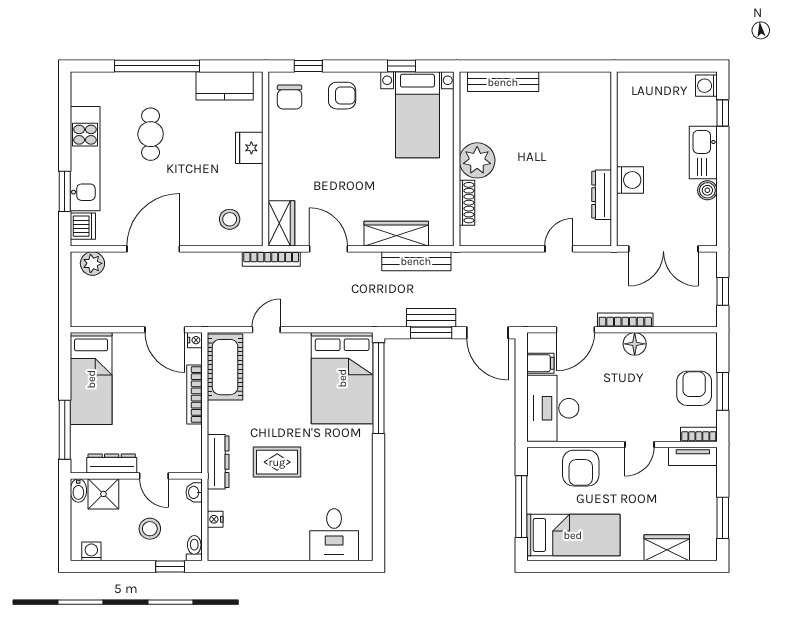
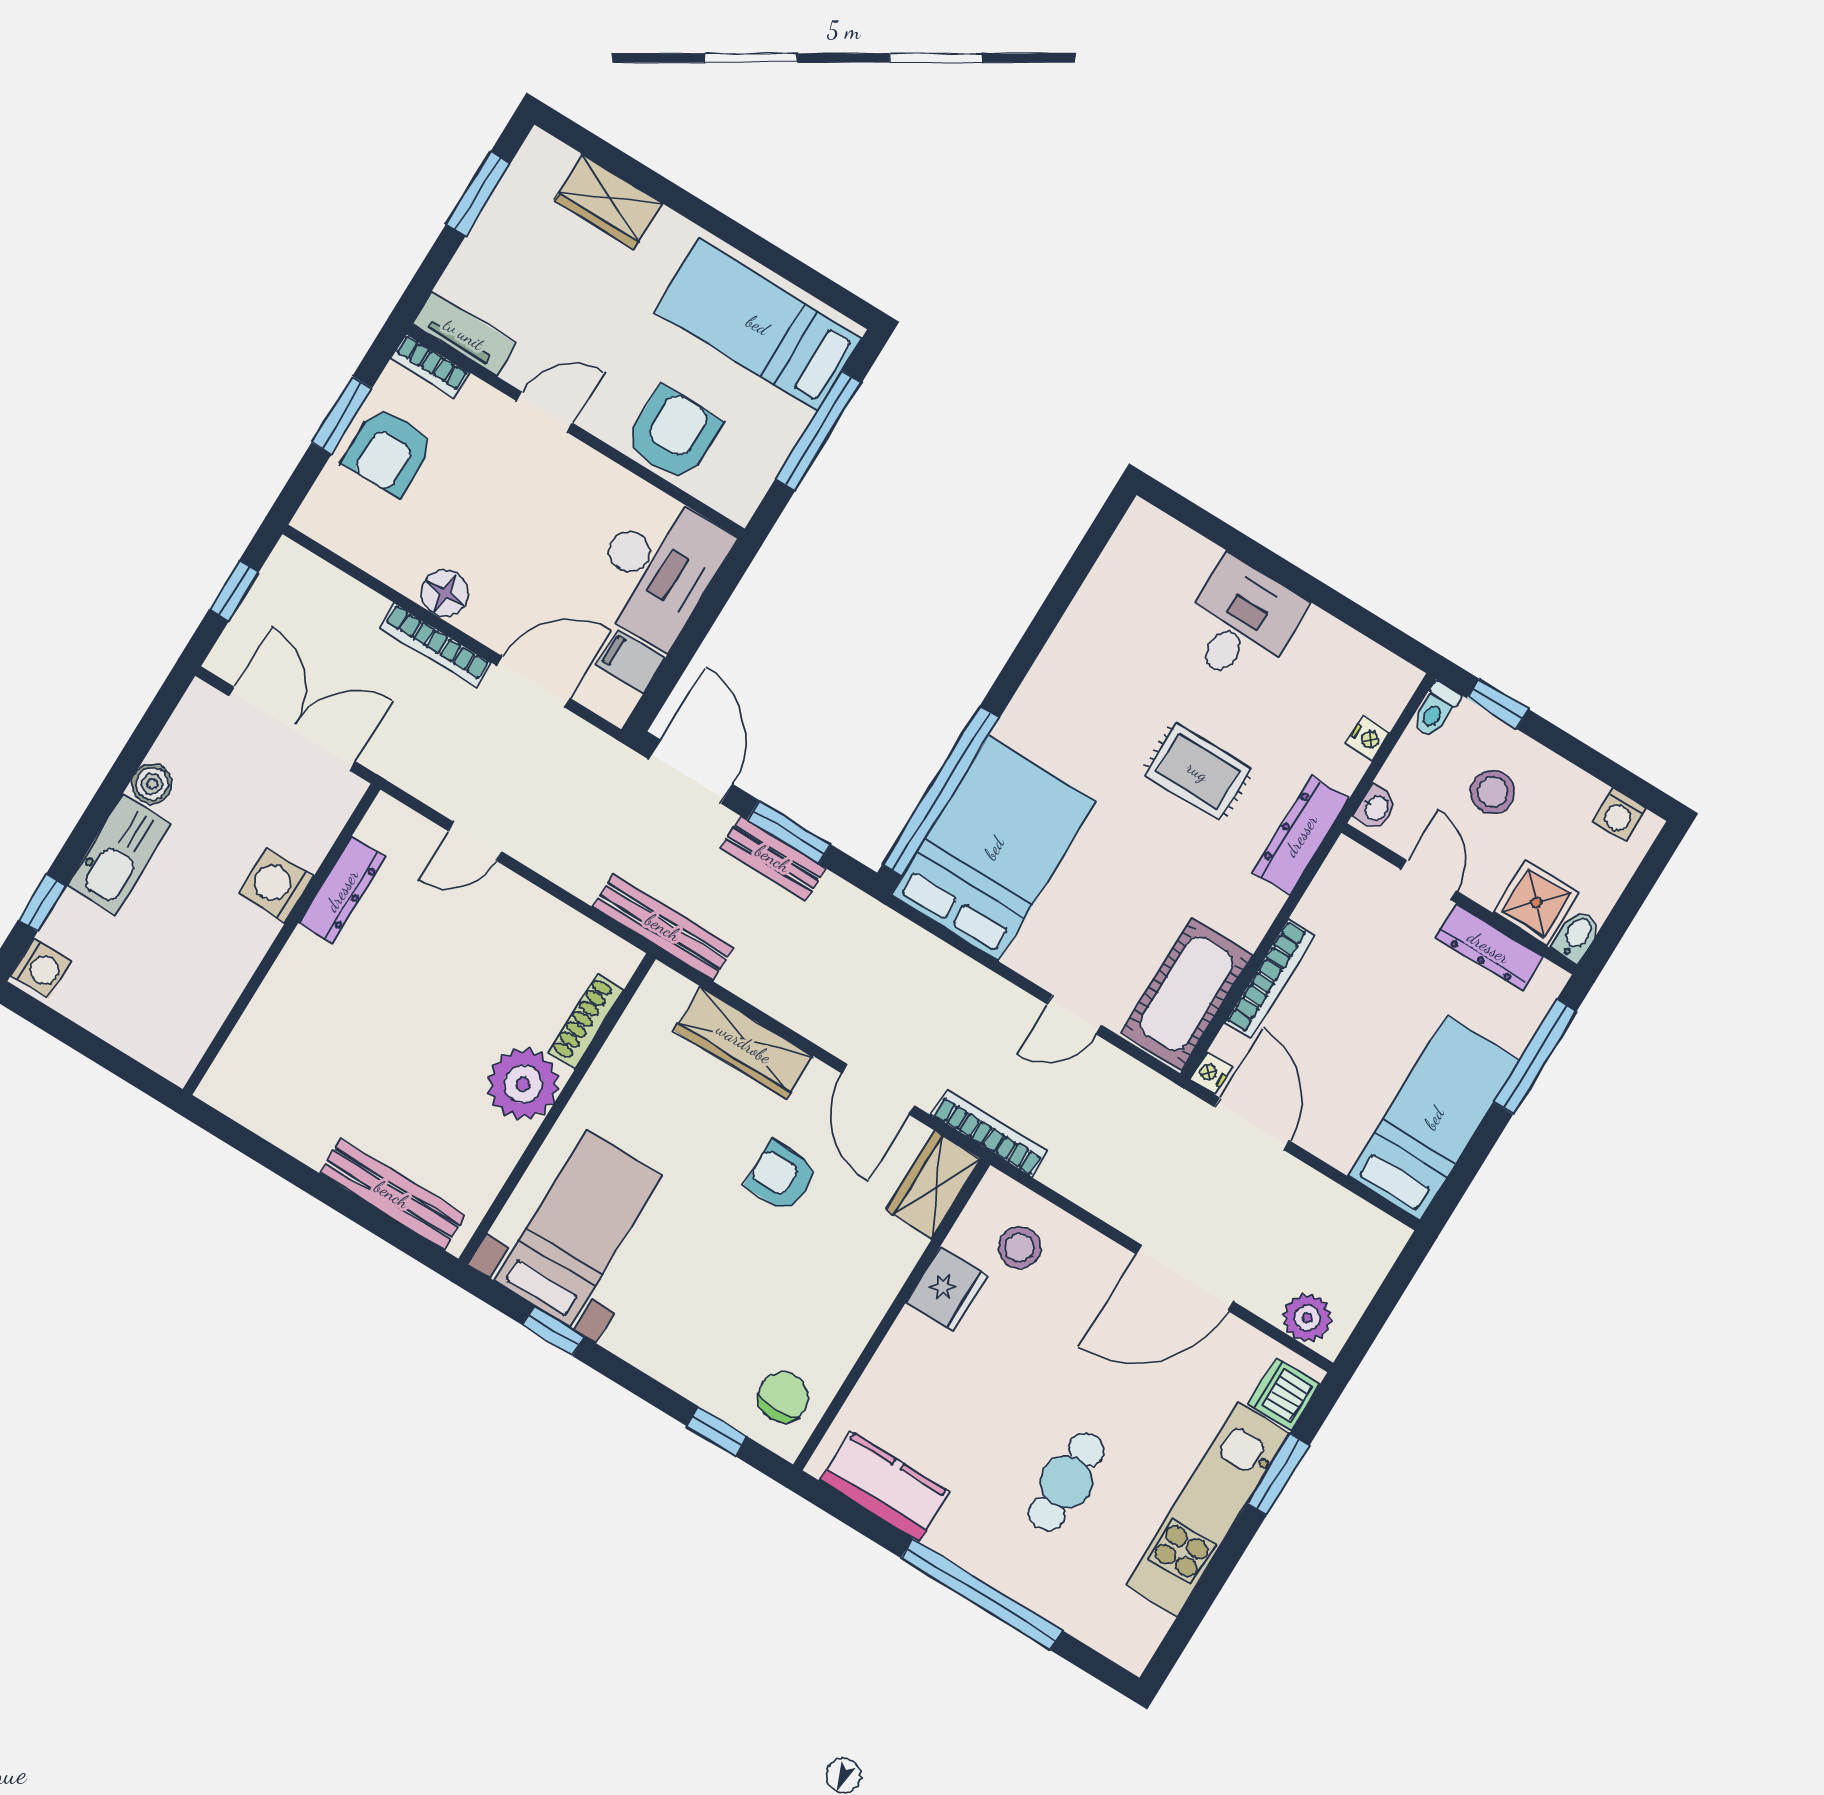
armchair: (342, 96) -> (781, 1177), moved
fridge: (249, 148) -> (947, 1289), moved
bench: (416, 261) -> (663, 927), moved
desk: (334, 535) -> (1241, 622), moved

